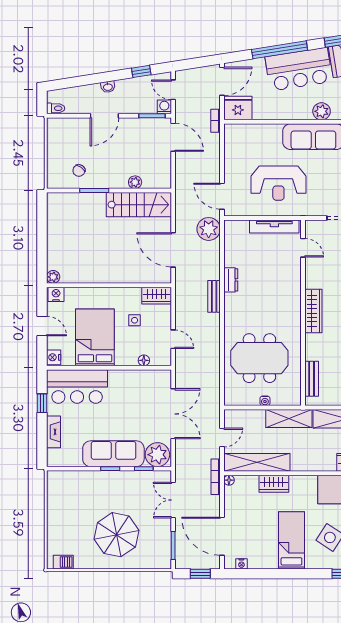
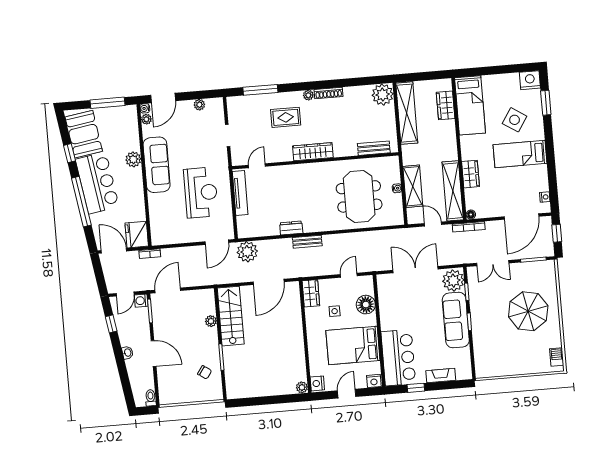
floor lamp: (144, 360) -> (366, 305), width x1.89, depth x1.89
shelving: (289, 419) -> (413, 186), moved

